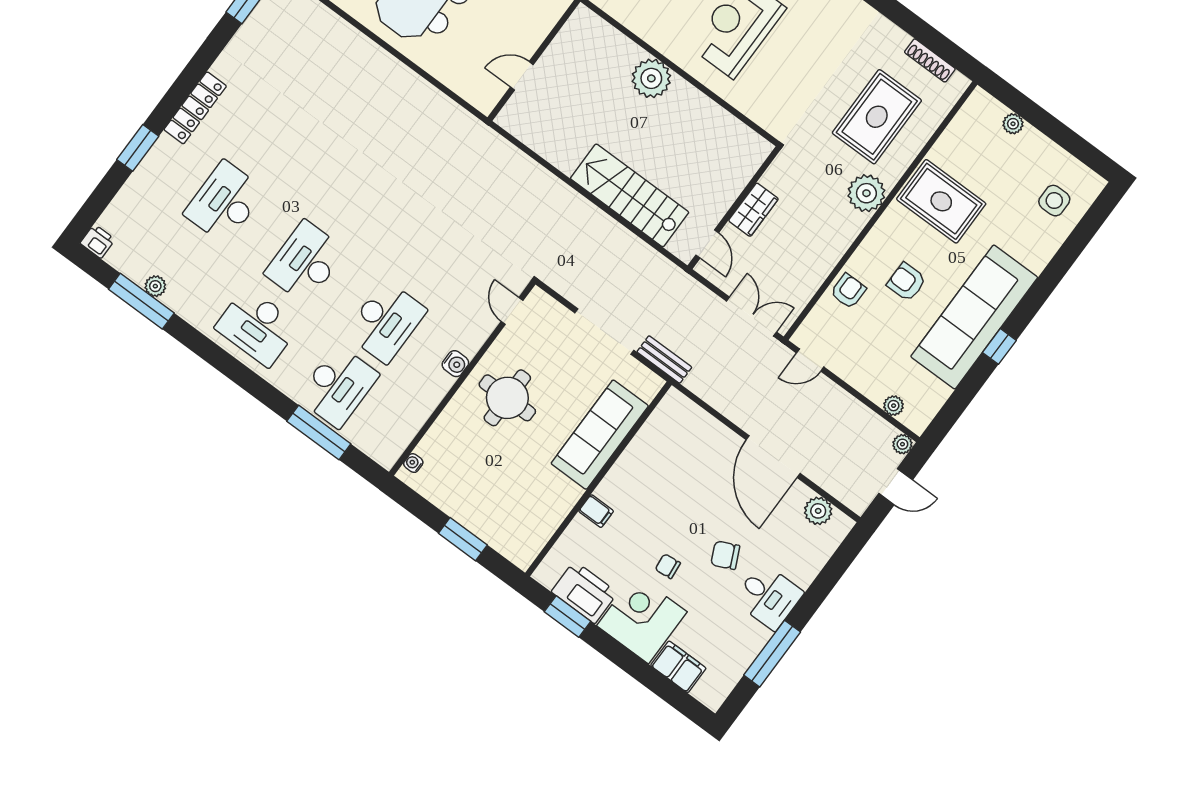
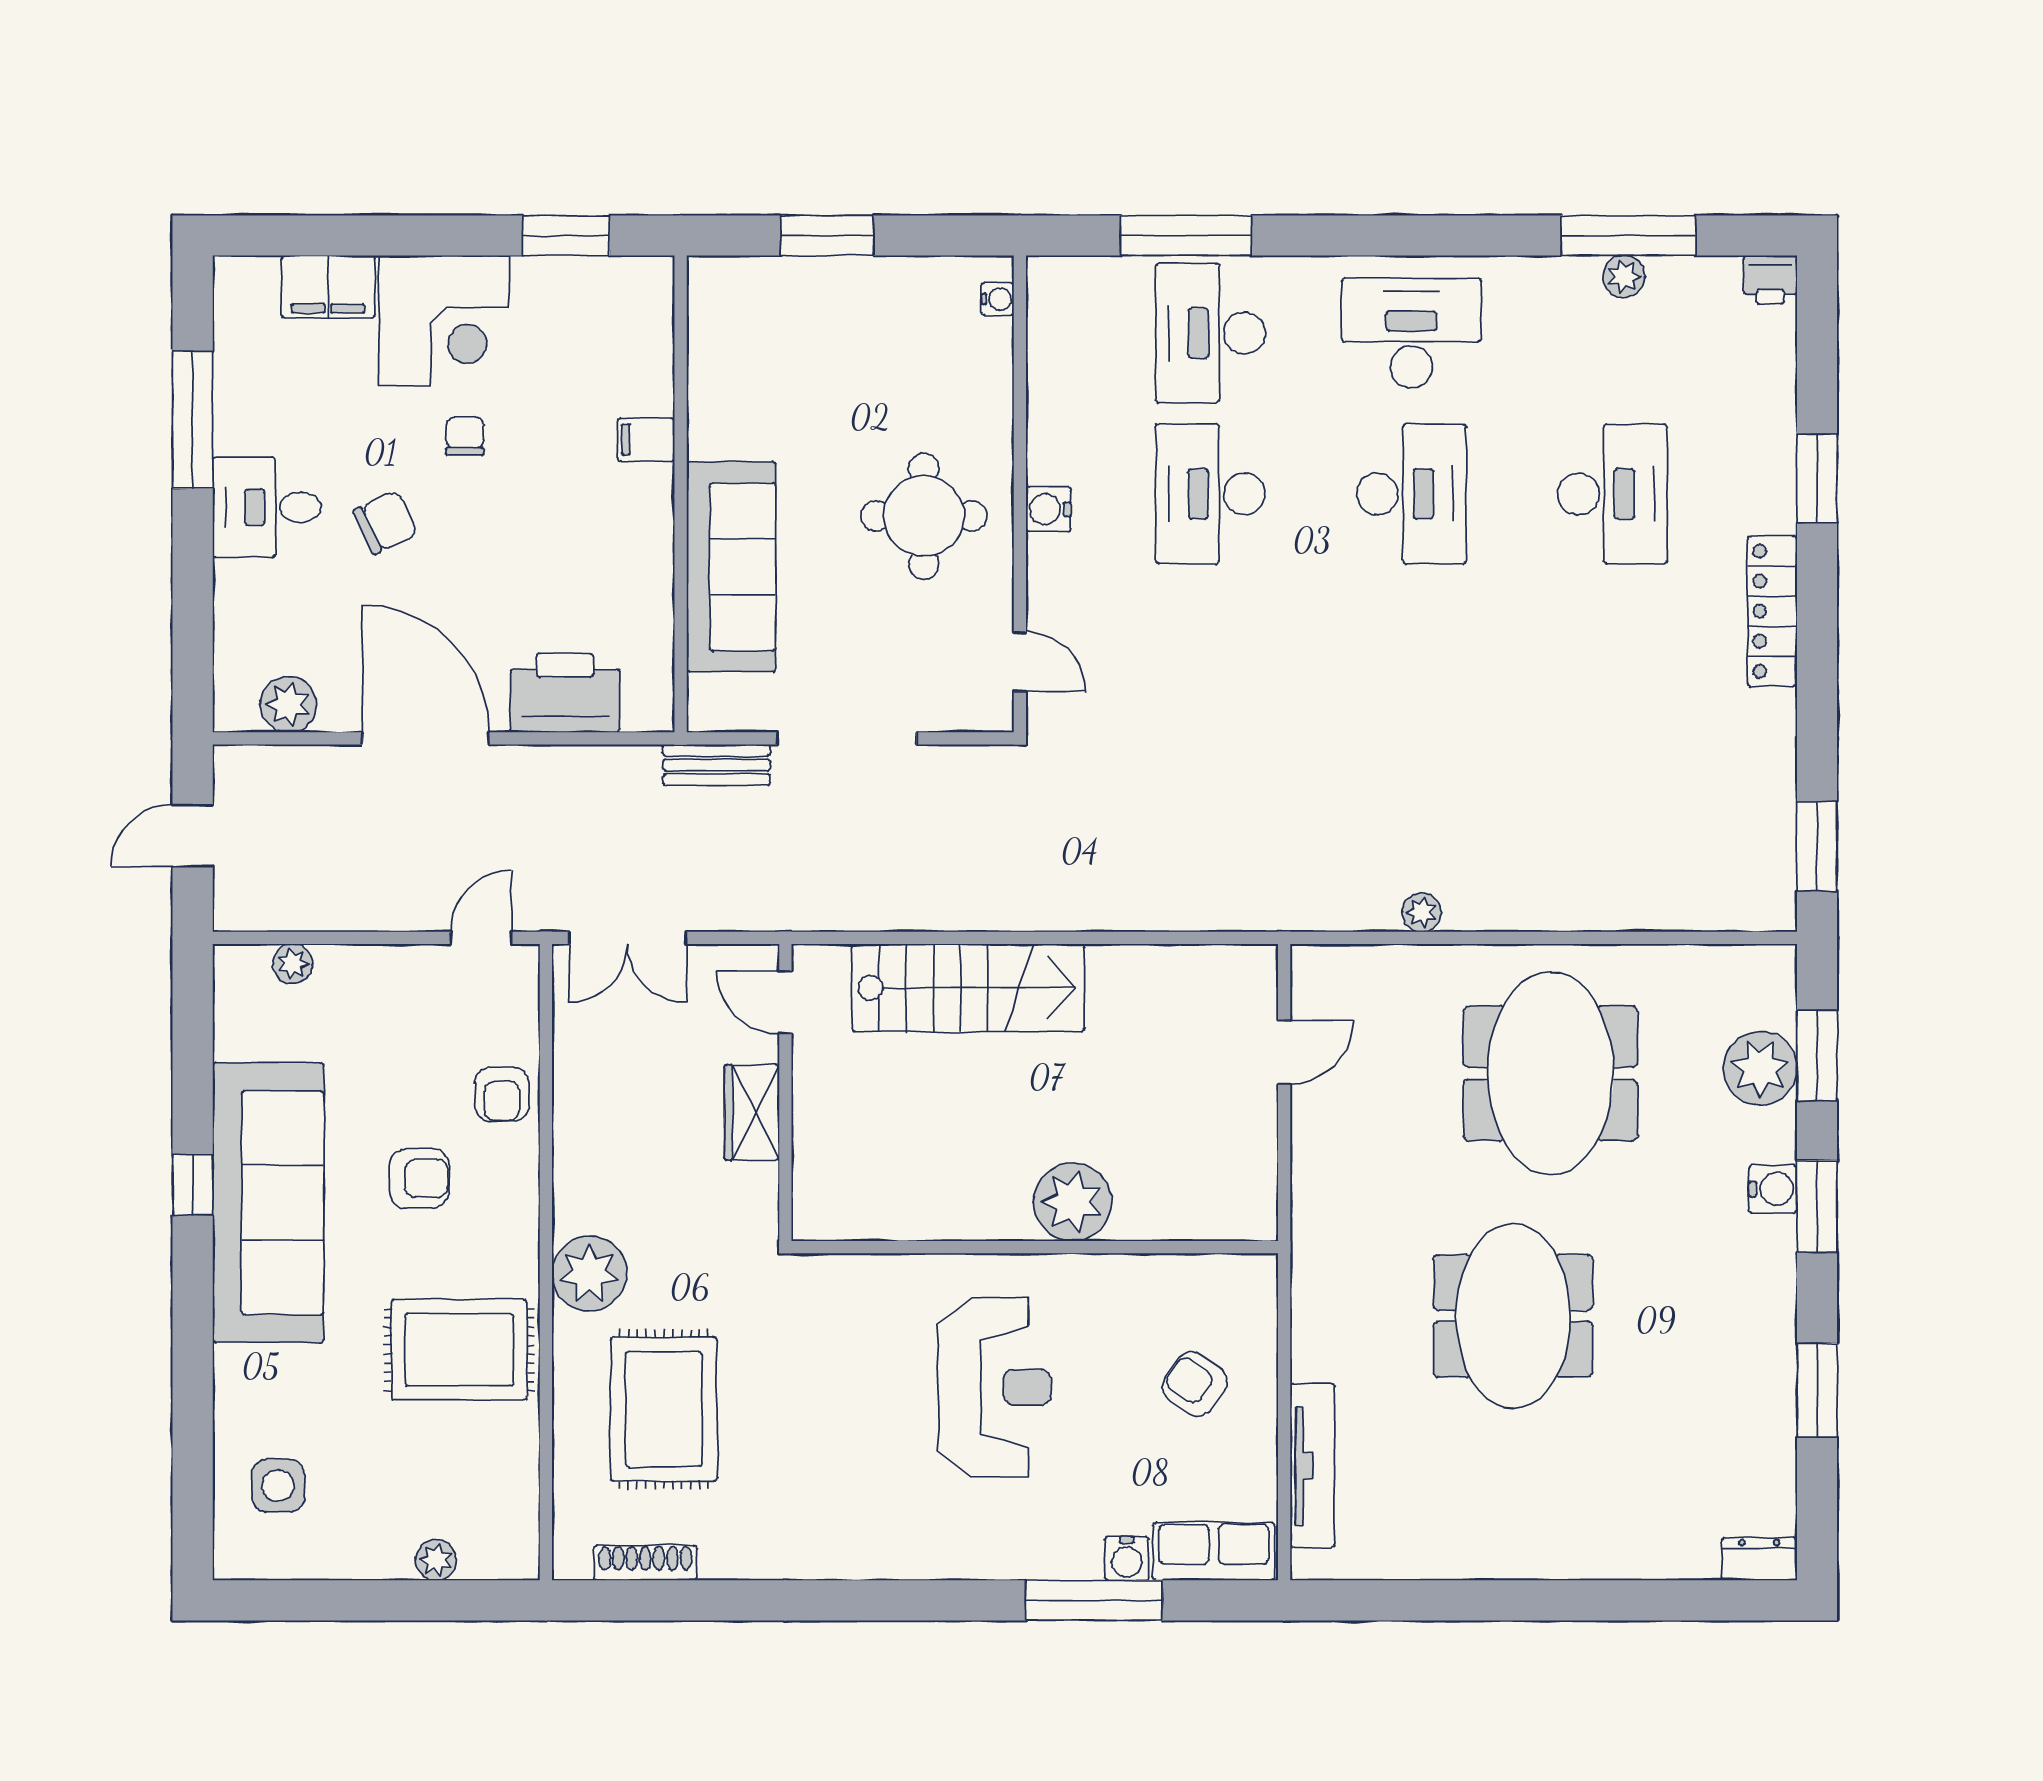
plant: (902, 444) -> (1421, 912), moved
chair: (668, 566) -> (465, 436), turned -84
printer: (584, 592) -> (565, 693), moved, turned 180

